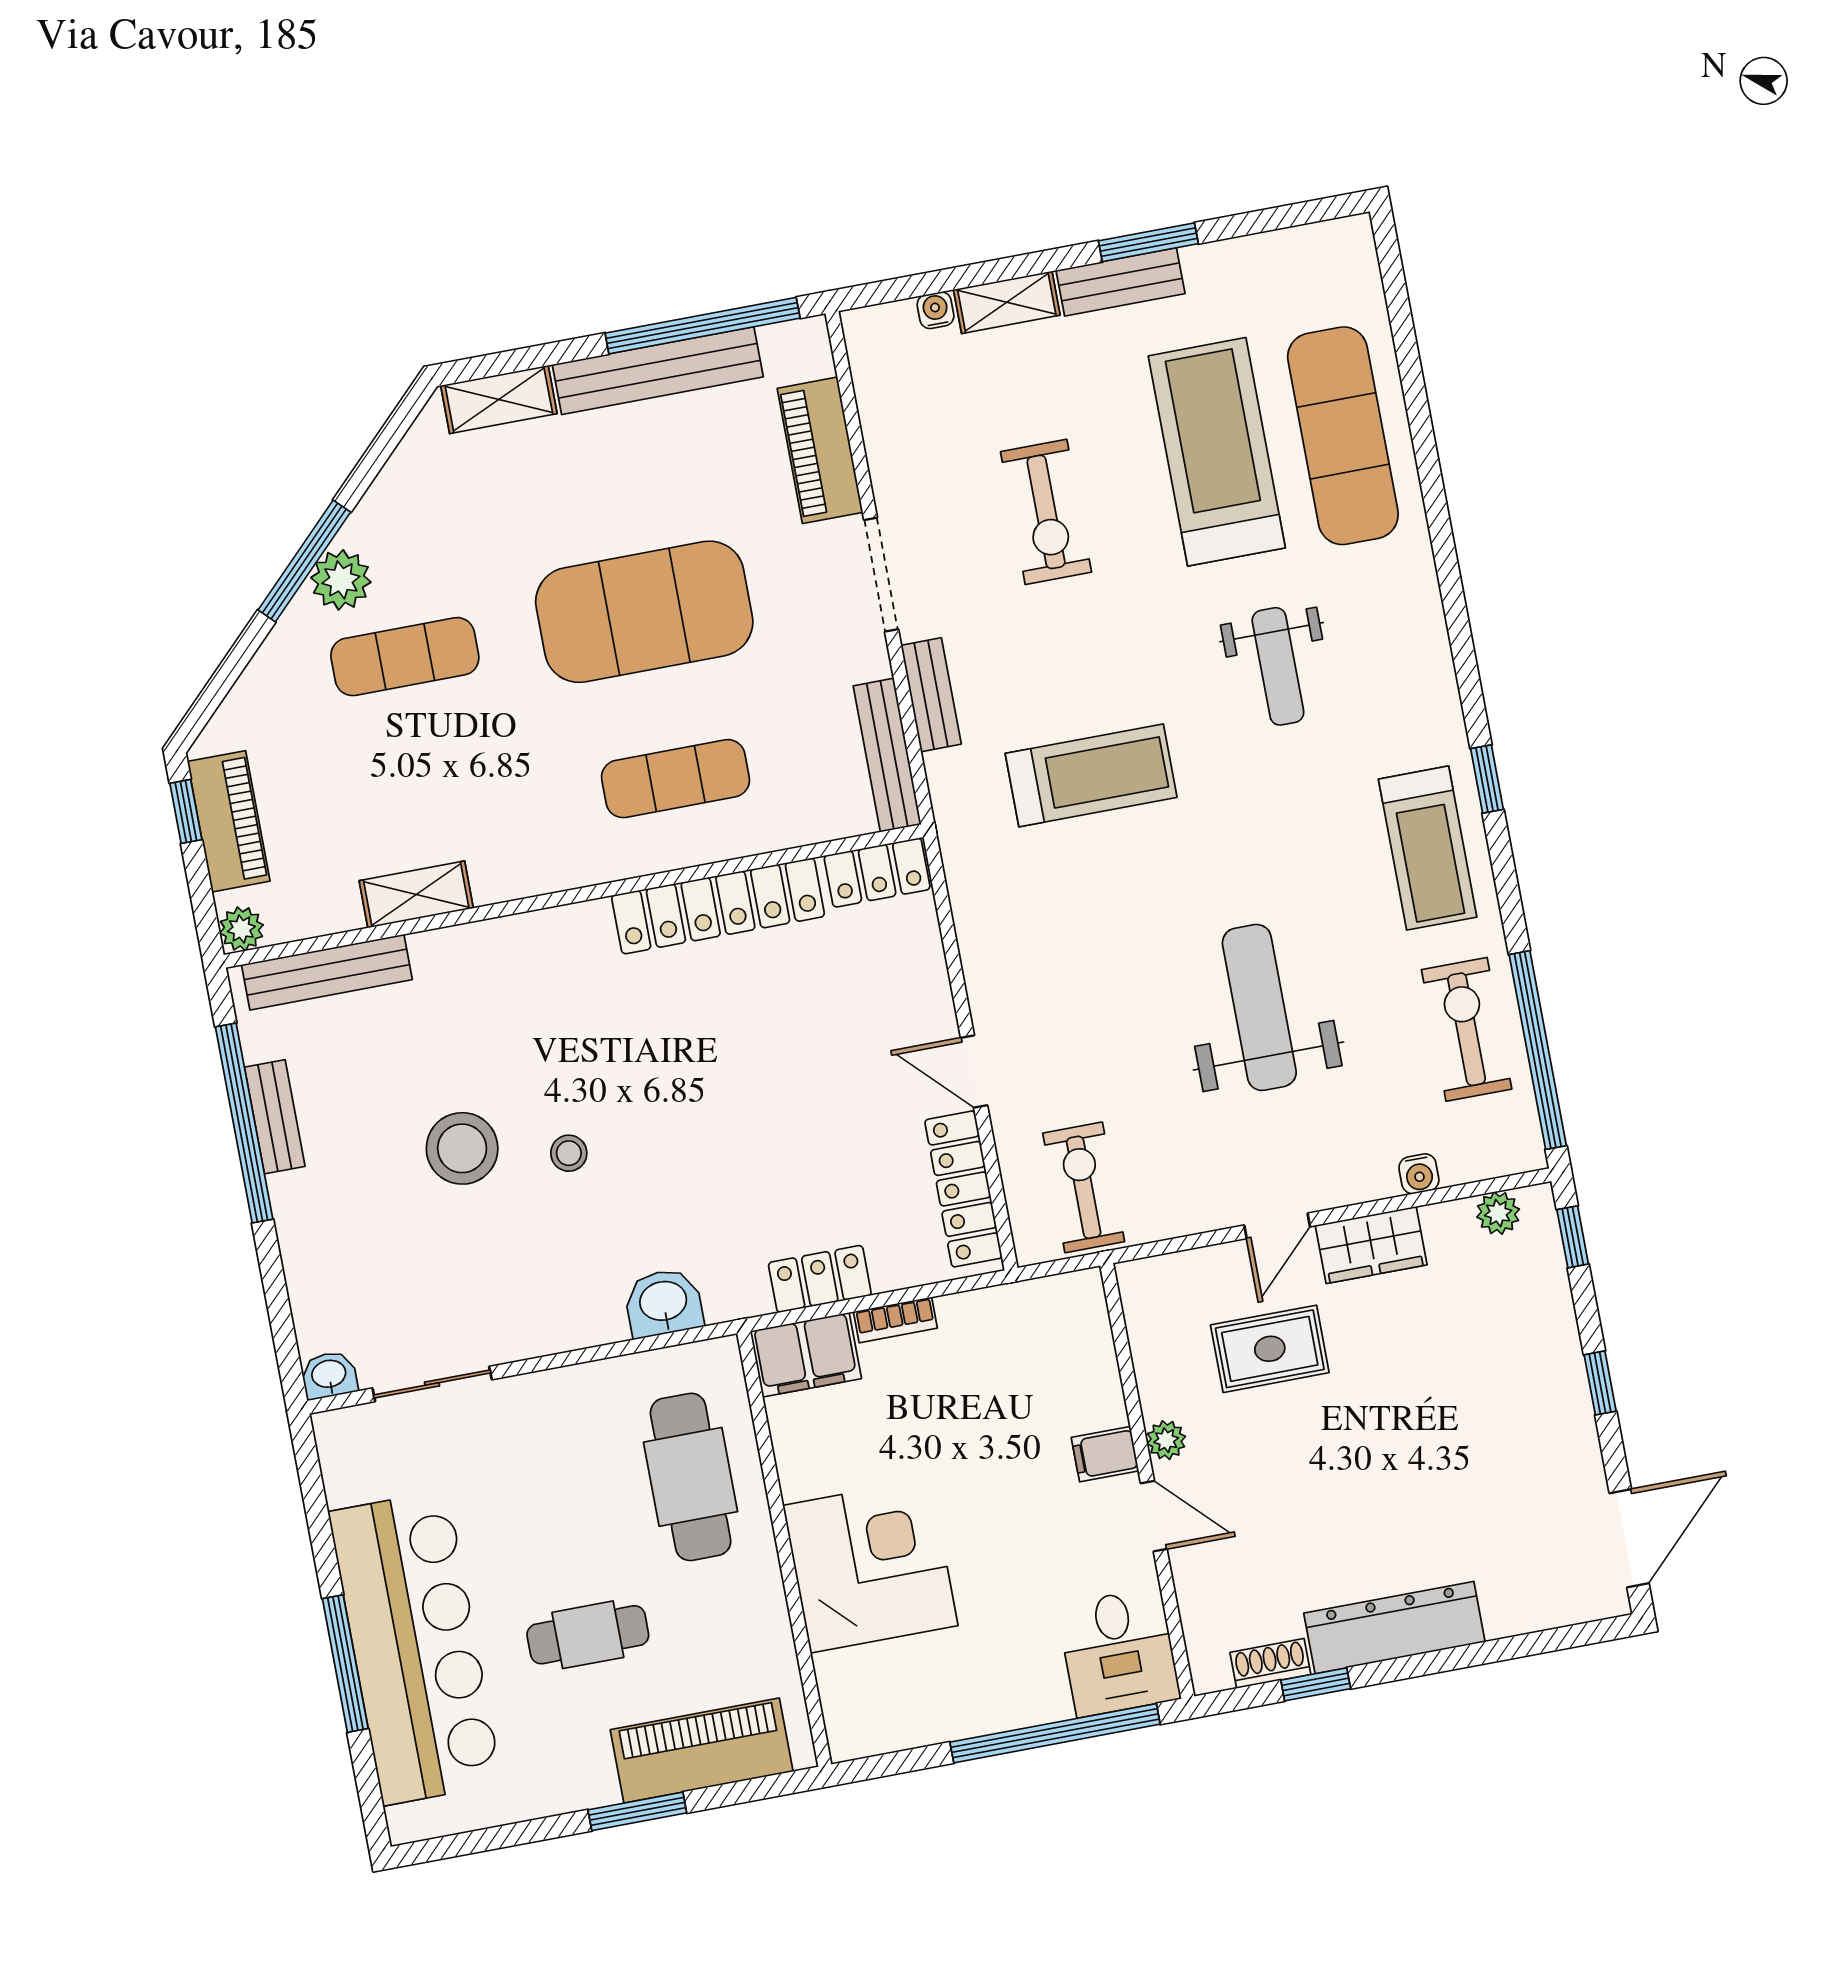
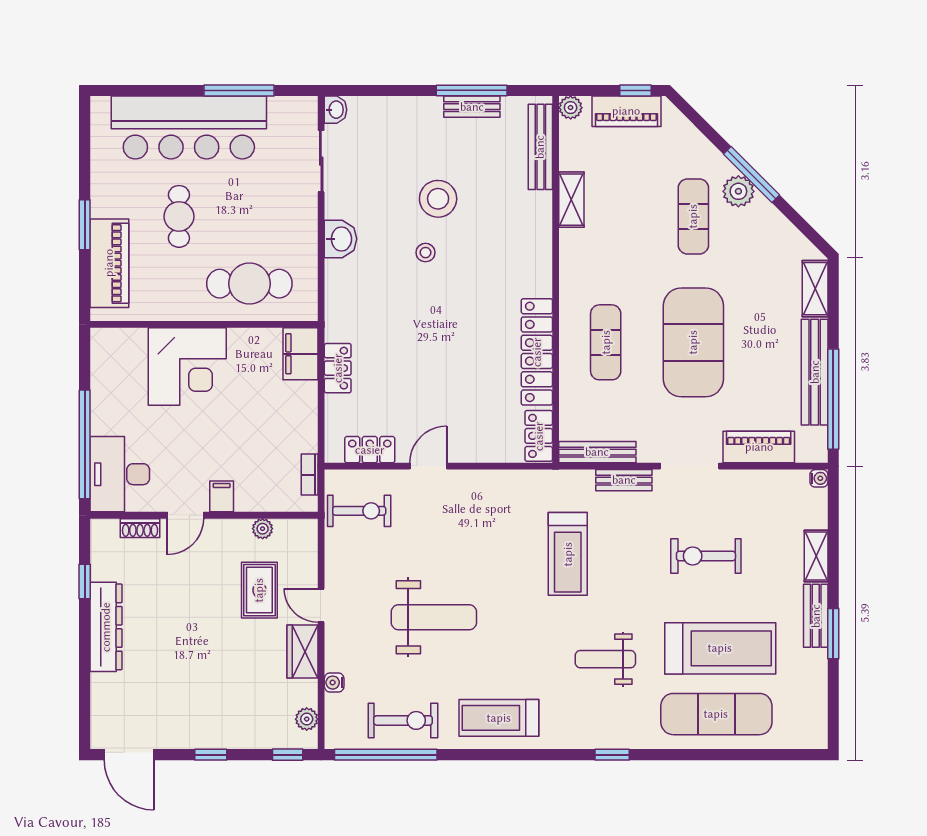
water cooler: (936, 310) -> (819, 478), moved
window: (1487, 779) -> (612, 755), moved
window: (244, 1123) -> (472, 90), width x0.68
locker: (963, 1189) -> (370, 450), width x0.66
washbasin: (663, 1303) -> (341, 239), moved
bookcase: (895, 1320) -> (310, 475), moved
plant: (1166, 1440) -> (263, 529), moved
desk: (1119, 1652) -> (120, 474), width x1.37
shoe rack: (1270, 1663) -> (140, 528), moved, turned 90
window: (345, 1664) -> (239, 90), moved

